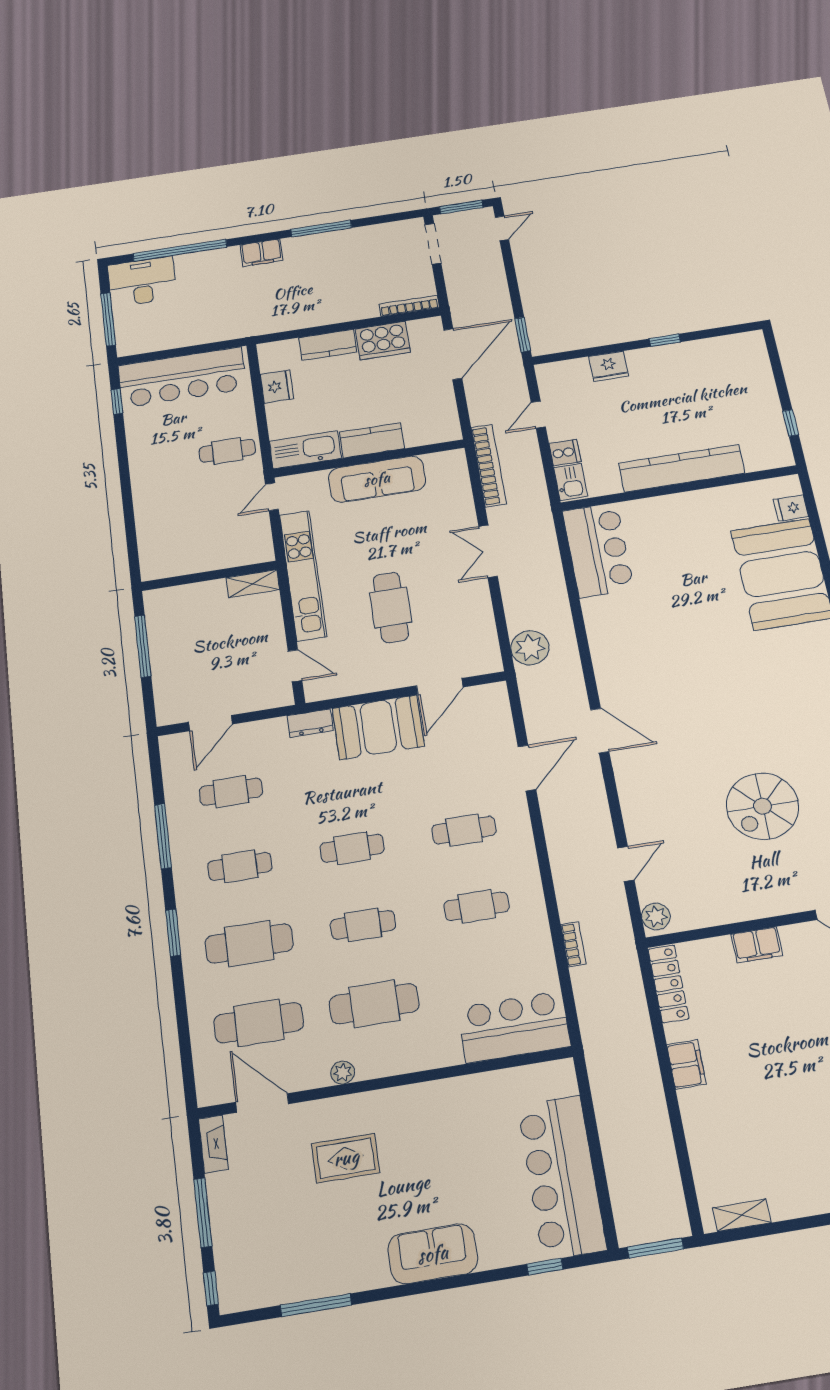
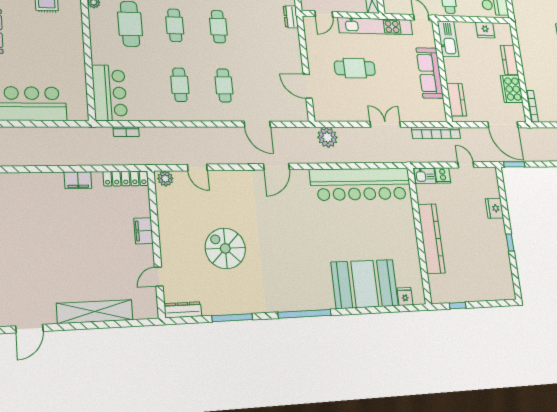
kitchen counter: (372, 440) -> (457, 100), moved
bar counter: (598, 550) -> (361, 184), width x1.86
booth: (378, 727) -> (286, 51), removed
bookcase: (573, 944) -> (126, 132), moved

